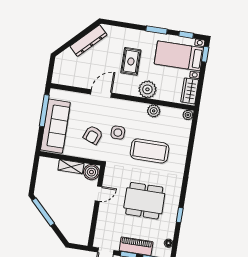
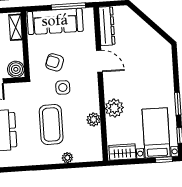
dresser: (89, 41) -> (107, 26), moved, turned -135
rug: (131, 61) -> (139, 85), removed
plant: (188, 115) -> (67, 158), moved
shelving: (71, 167) -> (16, 27), moved

